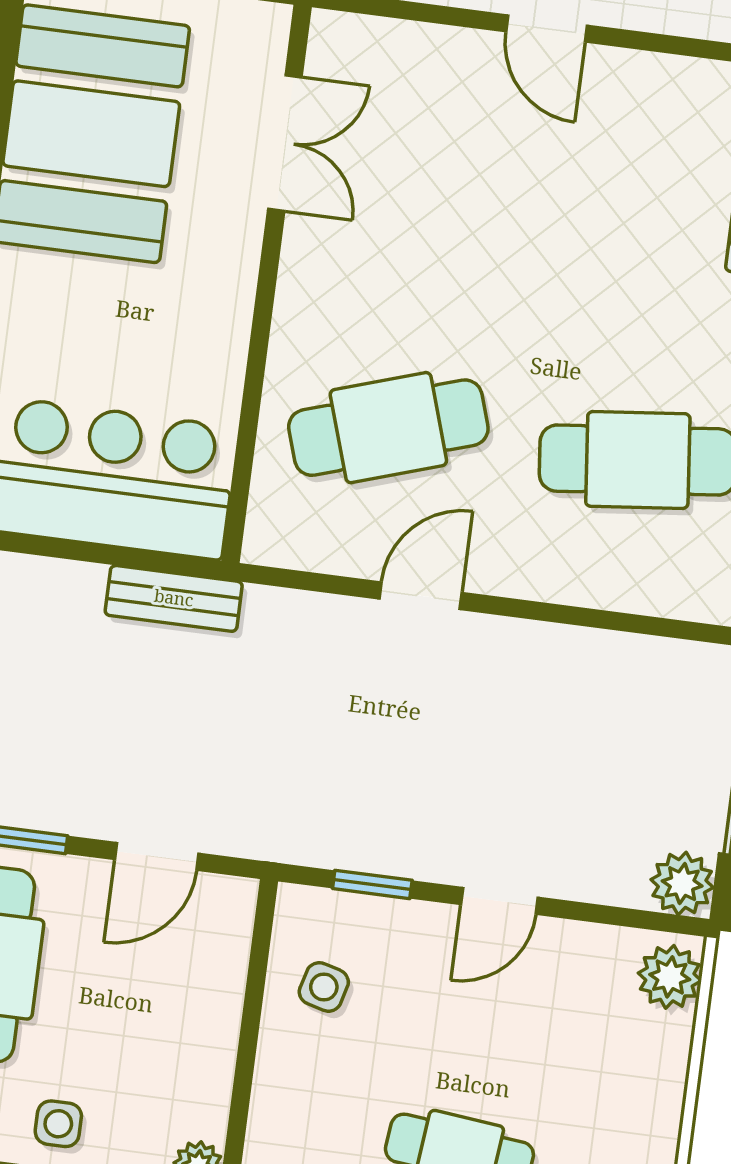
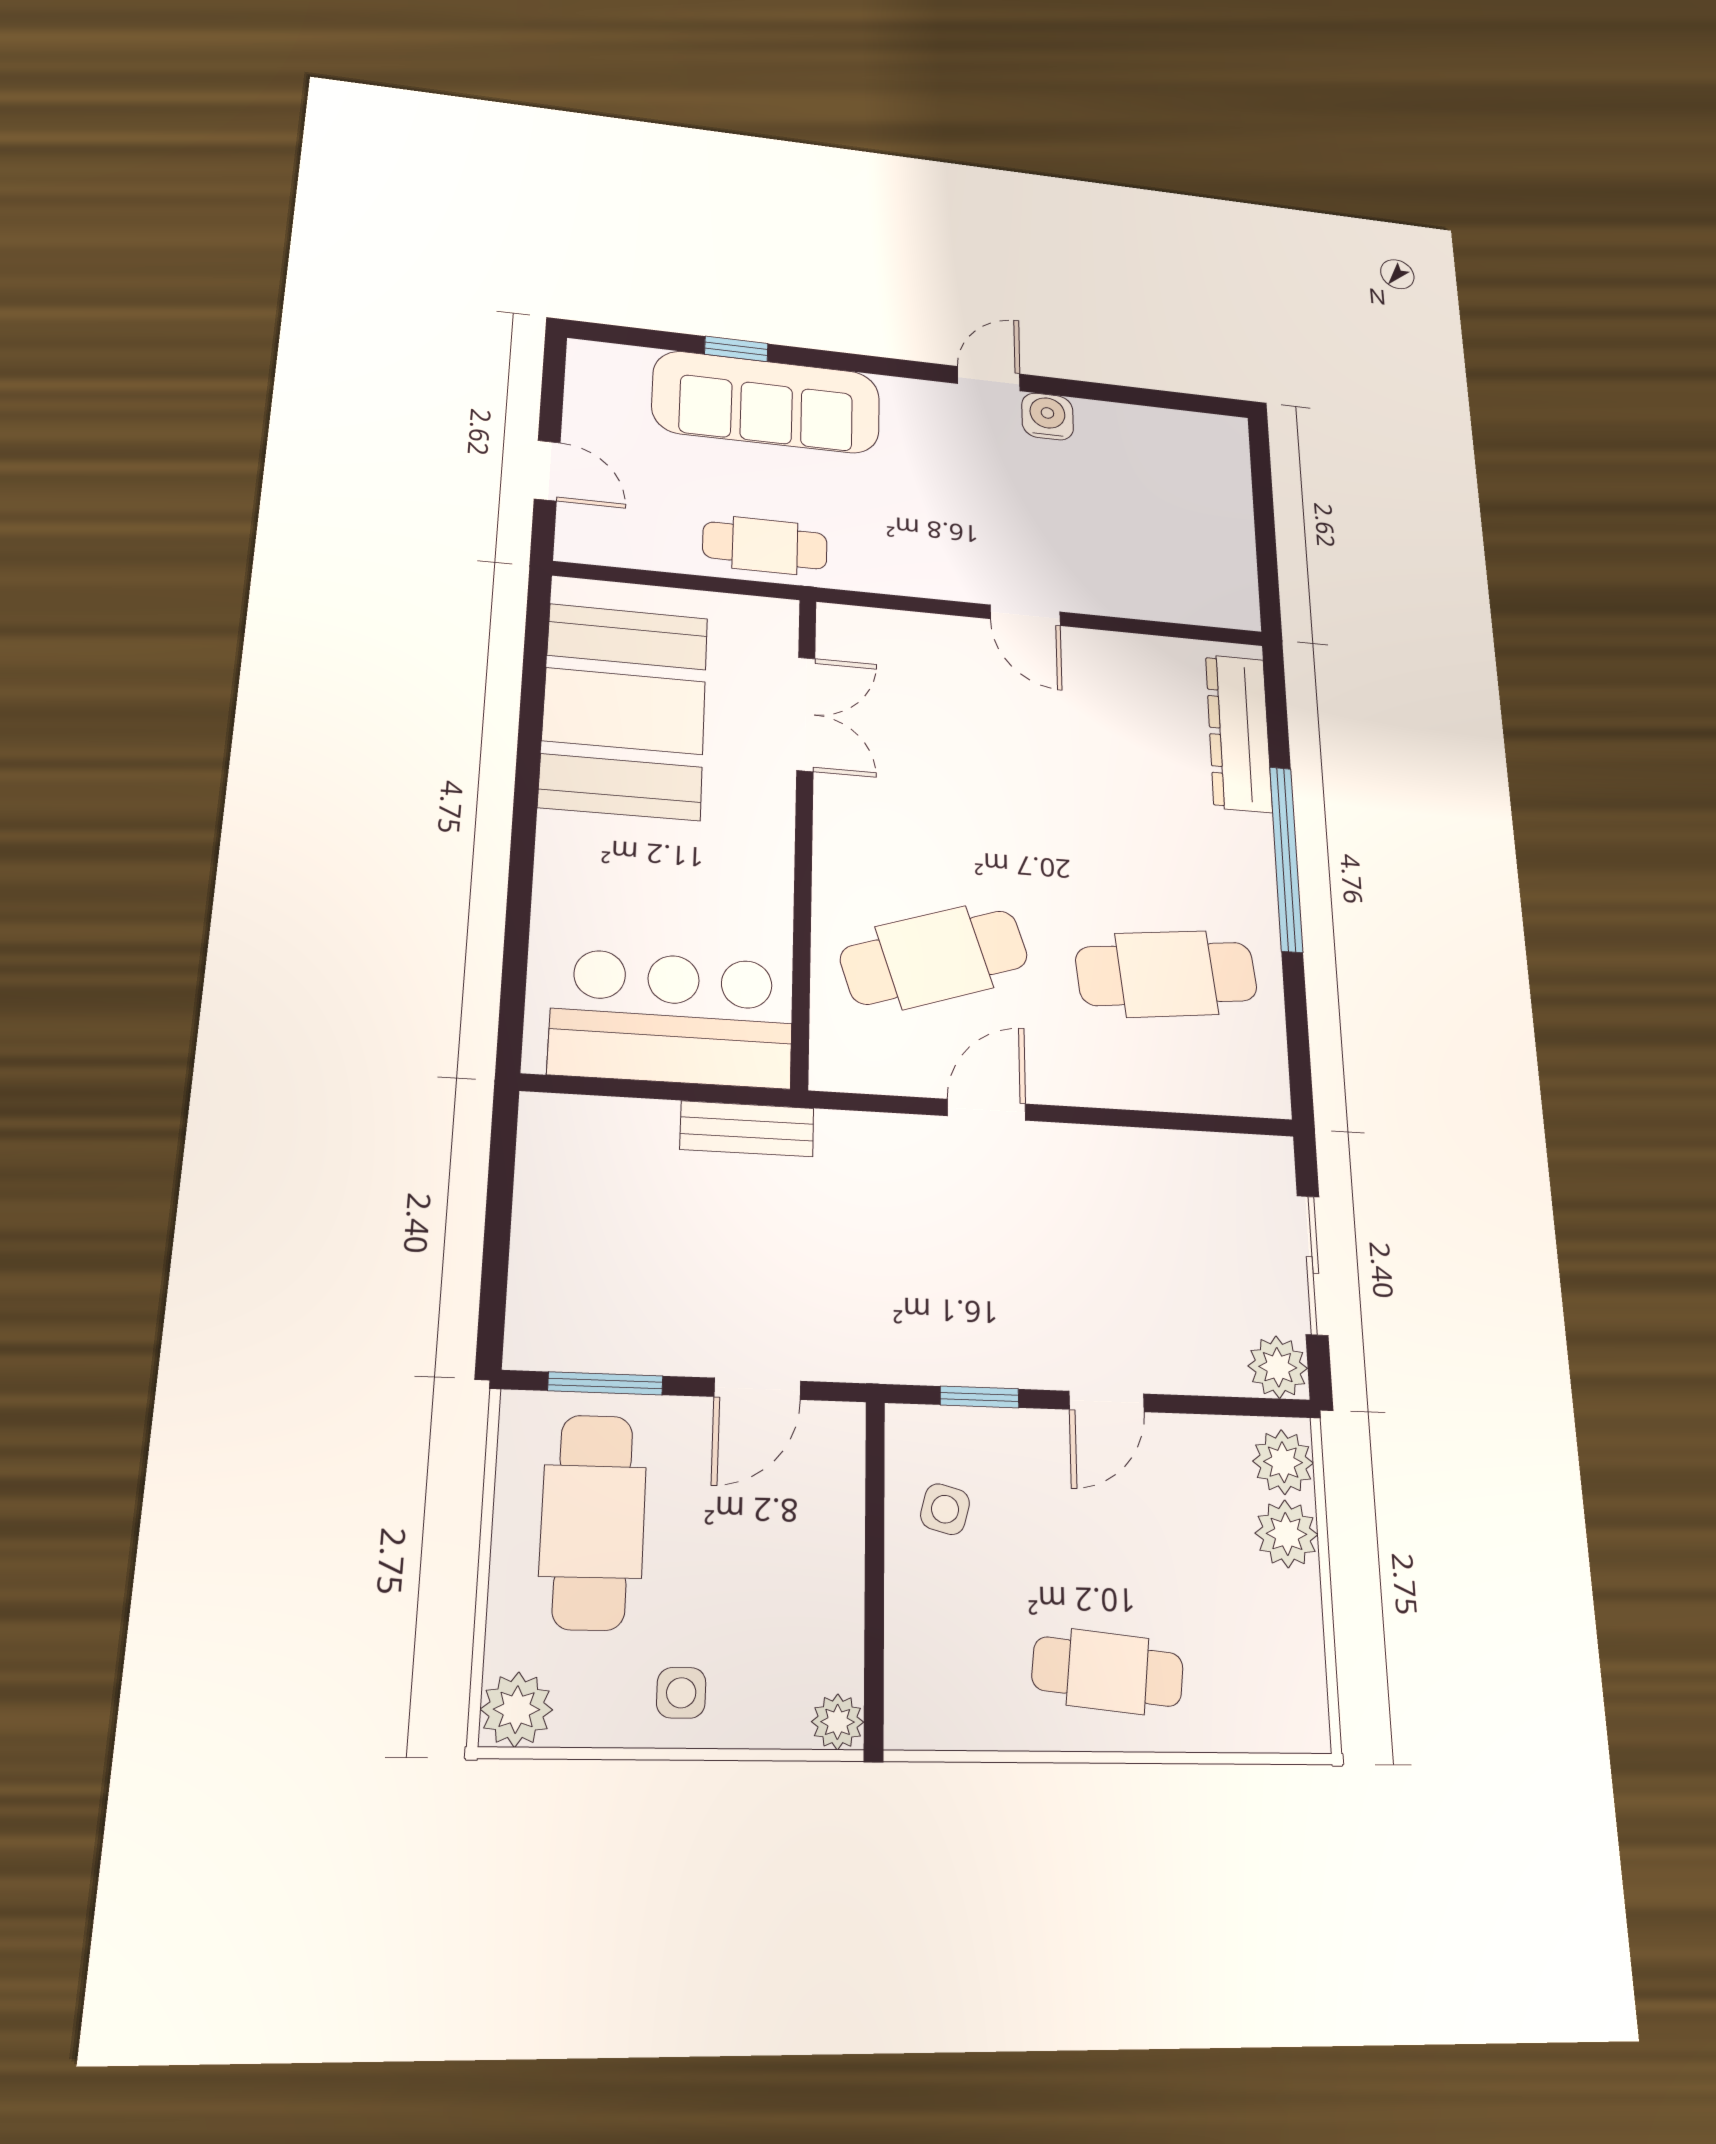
plant: (660, 1046) -> (1287, 1534), added

